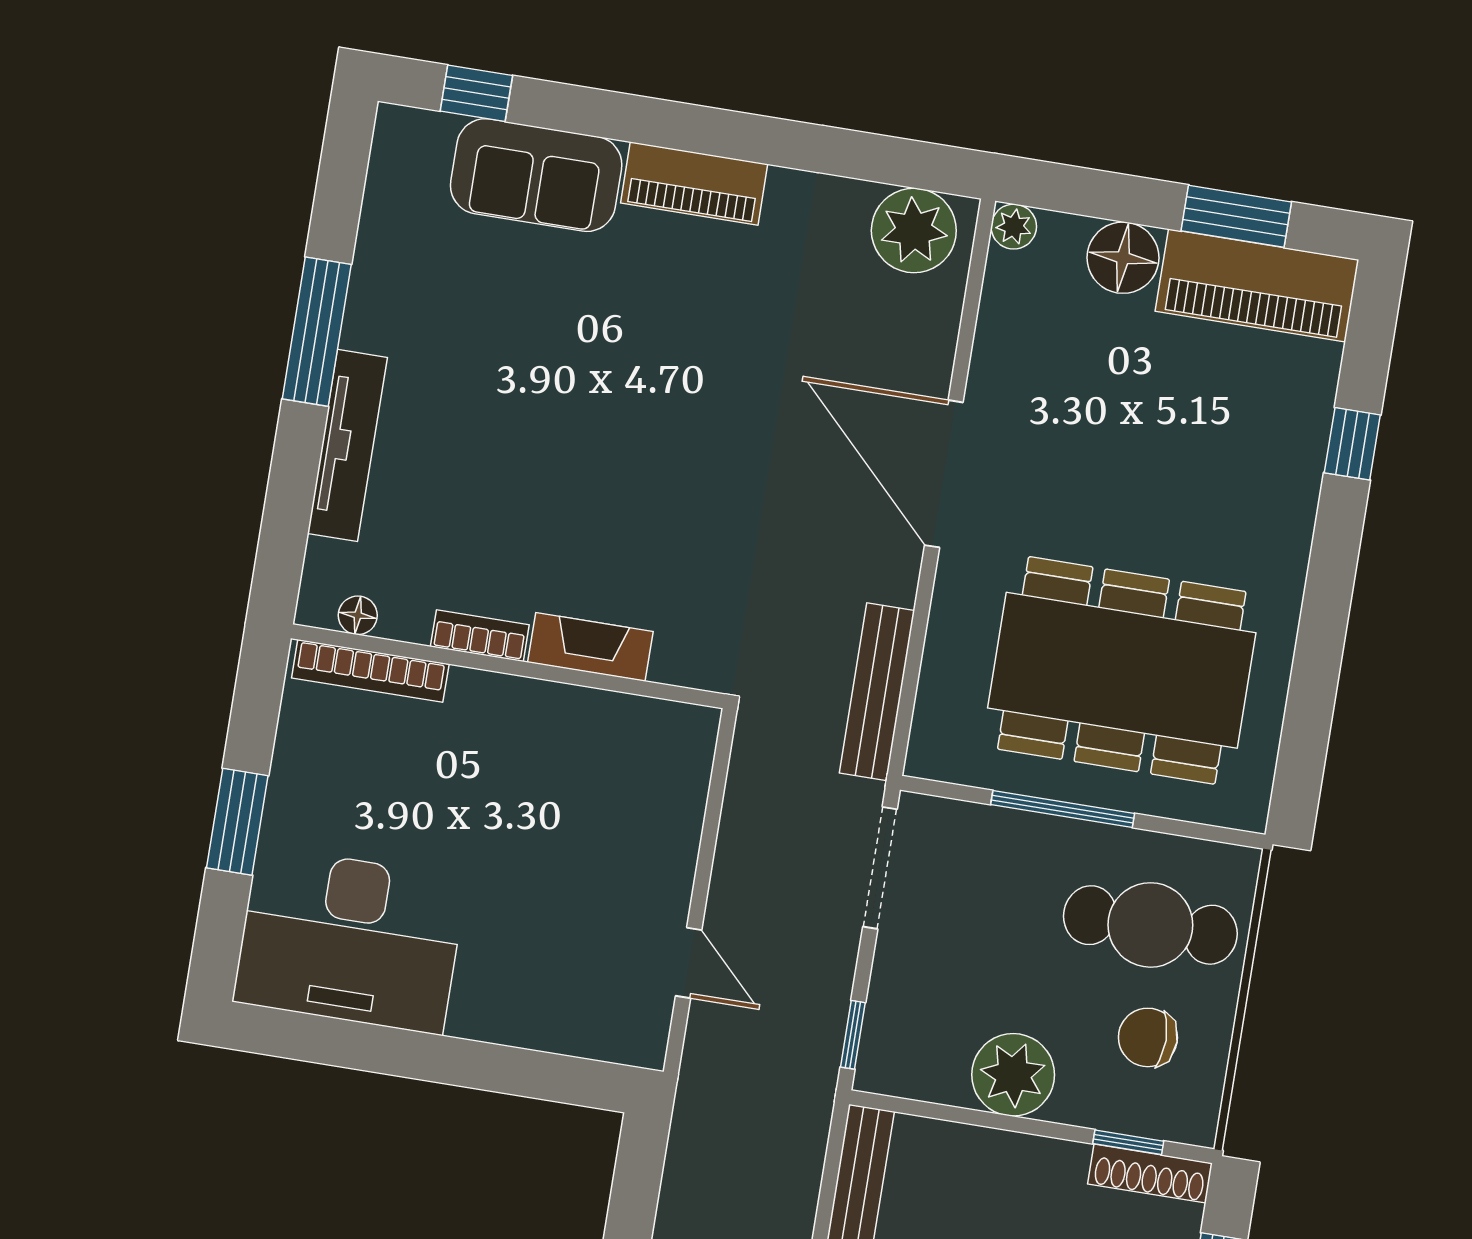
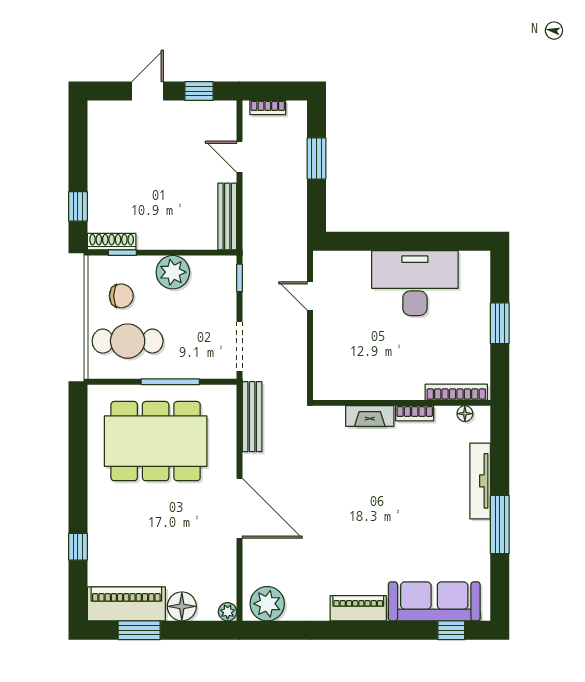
sofa: (536, 175) -> (434, 601), width x1.36
desk: (350, 940) -> (415, 283), moved

